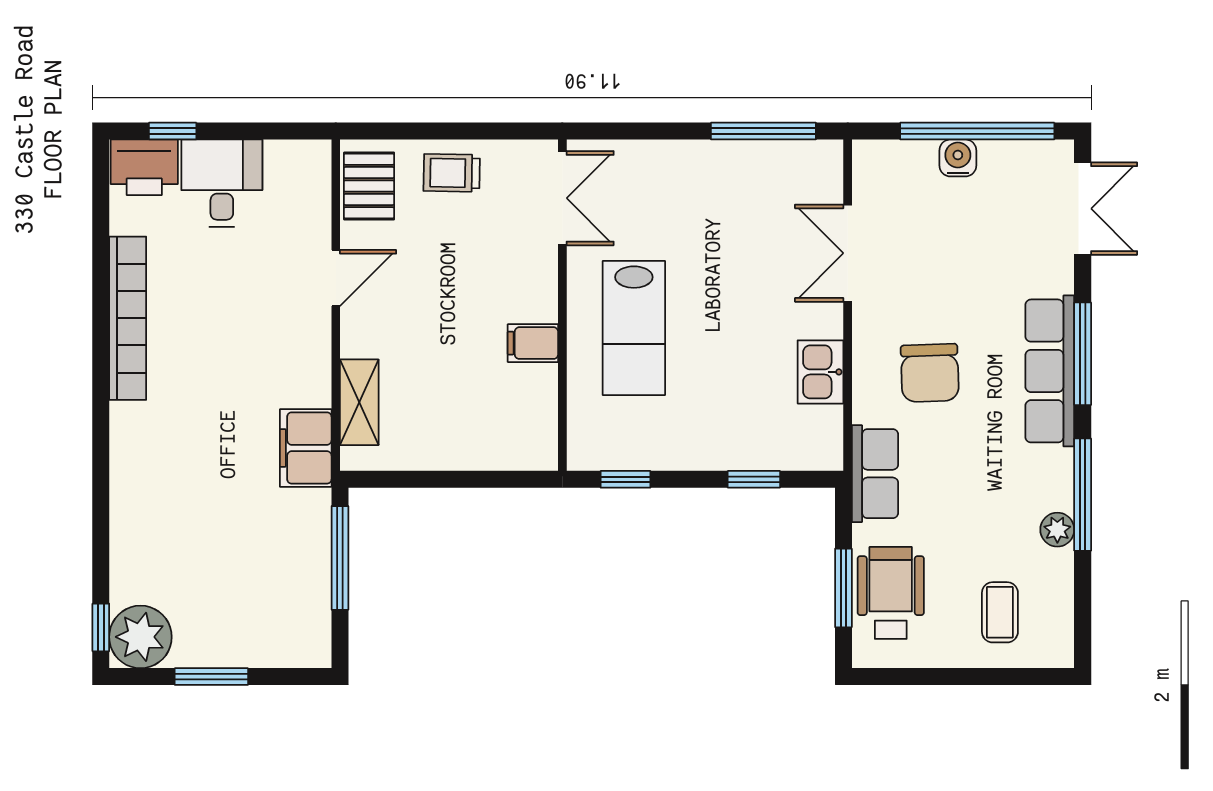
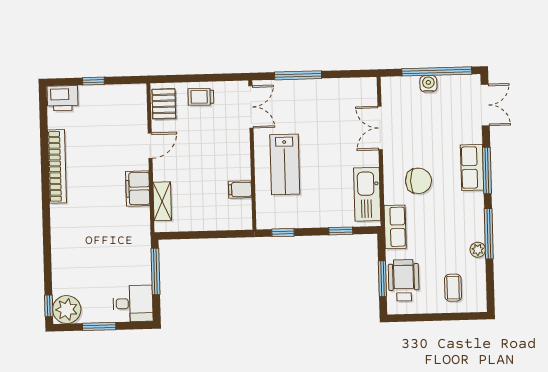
window: (173, 131) -> (93, 81), moved
window: (763, 131) -> (298, 75), moved
desk: (222, 183) -> (133, 304), moved, turned 90
filing cabinet: (533, 343) -> (240, 189), moved
row of seats: (1050, 371) -> (472, 167), width x0.68
kitchen sink: (821, 372) -> (367, 194), width x1.88, depth x1.24
chair: (930, 373) -> (418, 181), turned -88
filing cabinet: (306, 448) -> (138, 188), moved

